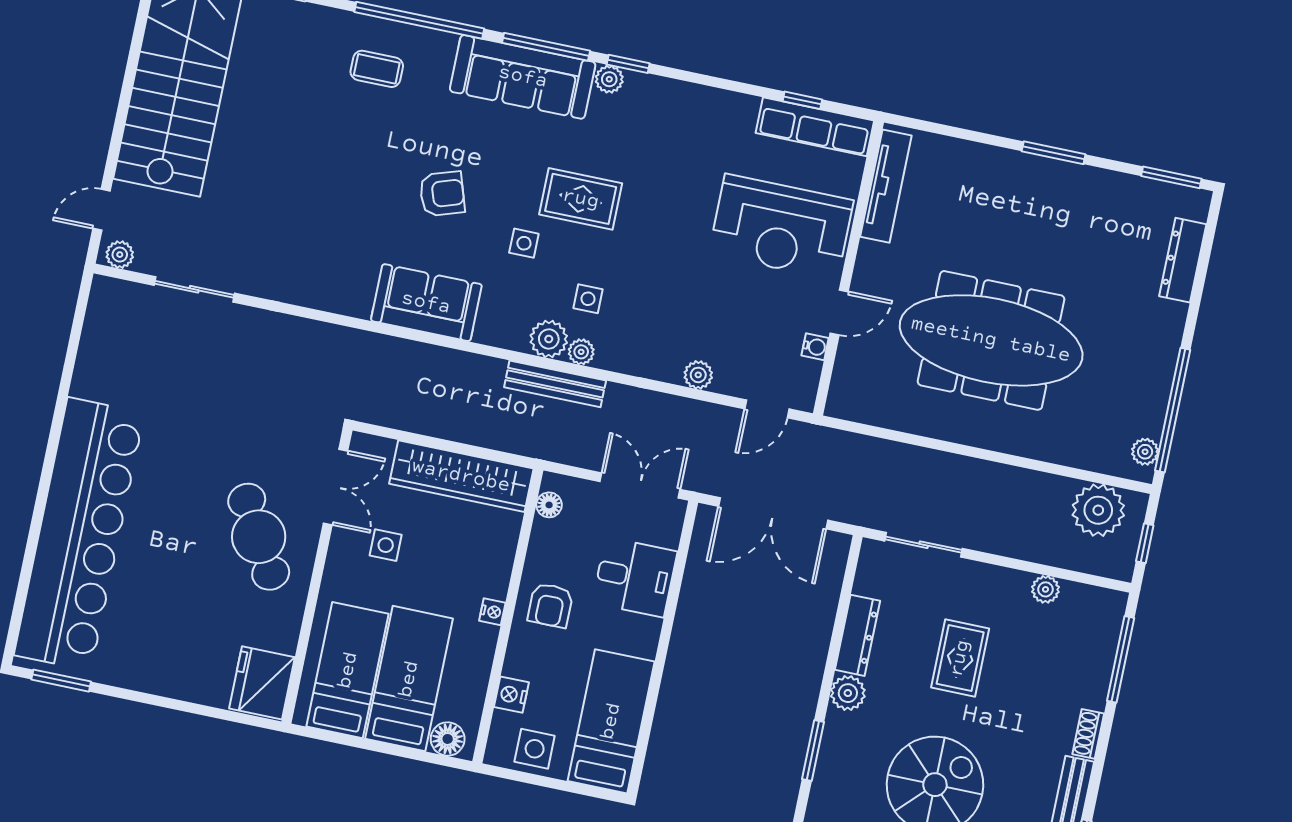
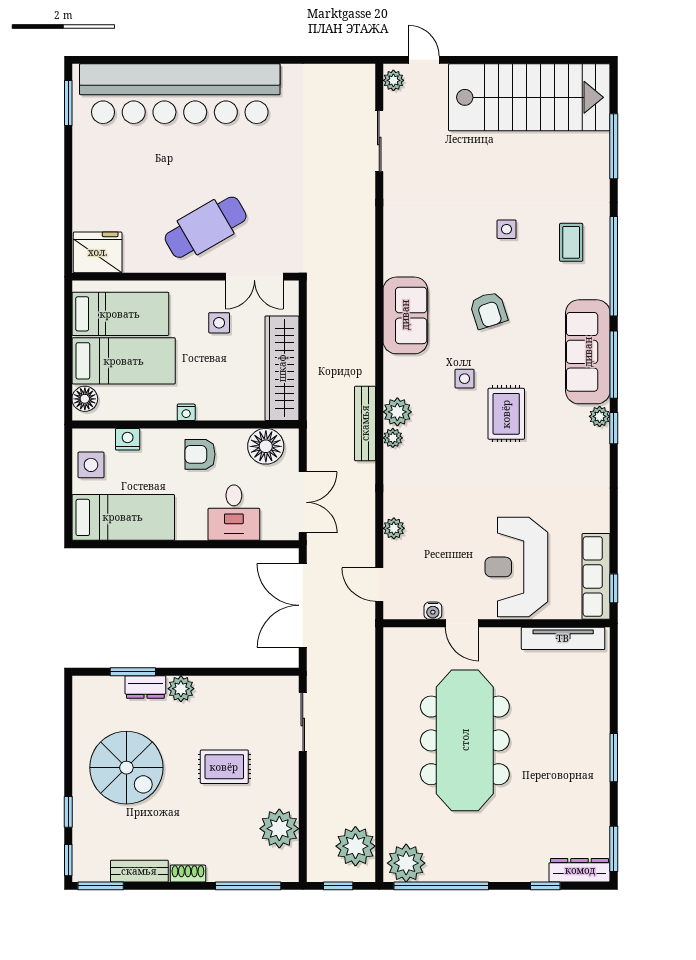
window: (802, 100) -> (614, 588), moved
dresser: (1183, 260) -> (580, 870), moved
window: (1201, 276) -> (545, 886), added
side table: (588, 299) -> (507, 229), moved
plant: (1145, 452) -> (406, 863), width x1.88, depth x1.88
floor lamp: (549, 505) -> (266, 446), width x1.89, depth x1.89
plant: (1045, 589) -> (279, 829), width x1.88, depth x1.88
dresser: (858, 635) -> (145, 687), moved, width x0.70

